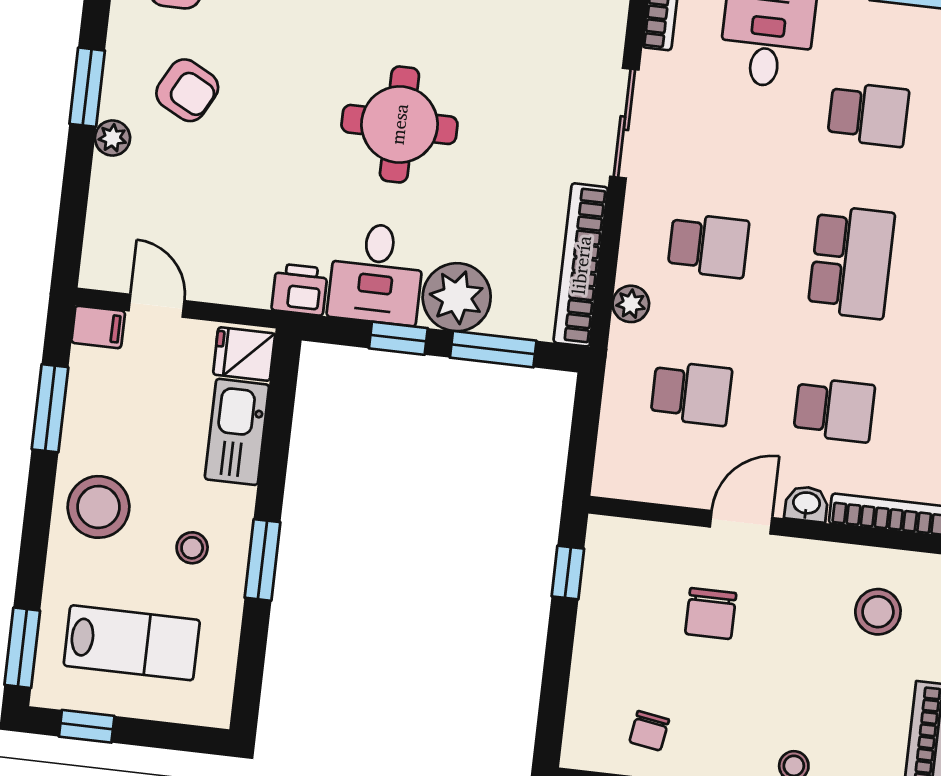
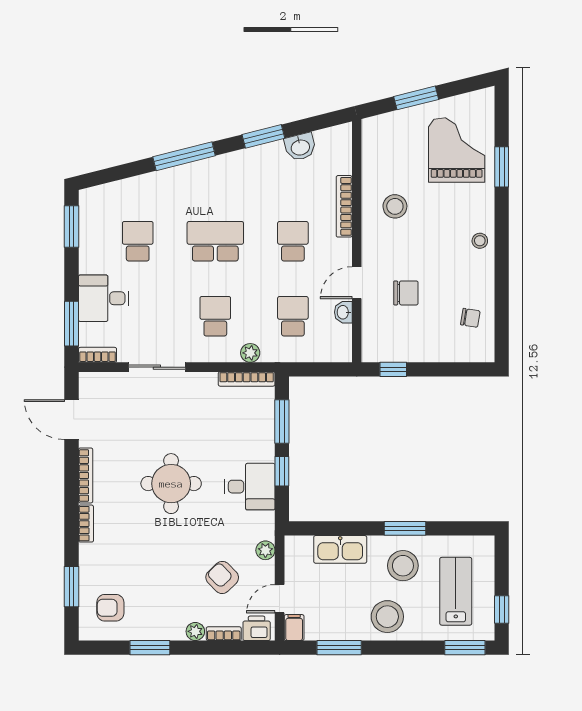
window: (87, 87) -> (150, 648), moved
armchair: (187, 90) -> (222, 577), moved, turned -72
bookcase: (102, 192) -> (224, 634), added
bookcase: (581, 265) -> (247, 379), width x0.68, depth x0.76
printer: (300, 289) -> (257, 628), moved, turned 90
plant: (457, 297) -> (265, 550), moved, width x0.53, depth x0.53
fridge: (244, 354) -> (299, 550), removed
washbasin: (806, 504) -> (343, 312), moved
door: (741, 522) -> (357, 283), hinge flipped
stool: (192, 548) -> (403, 566), width x1.89, depth x1.89

